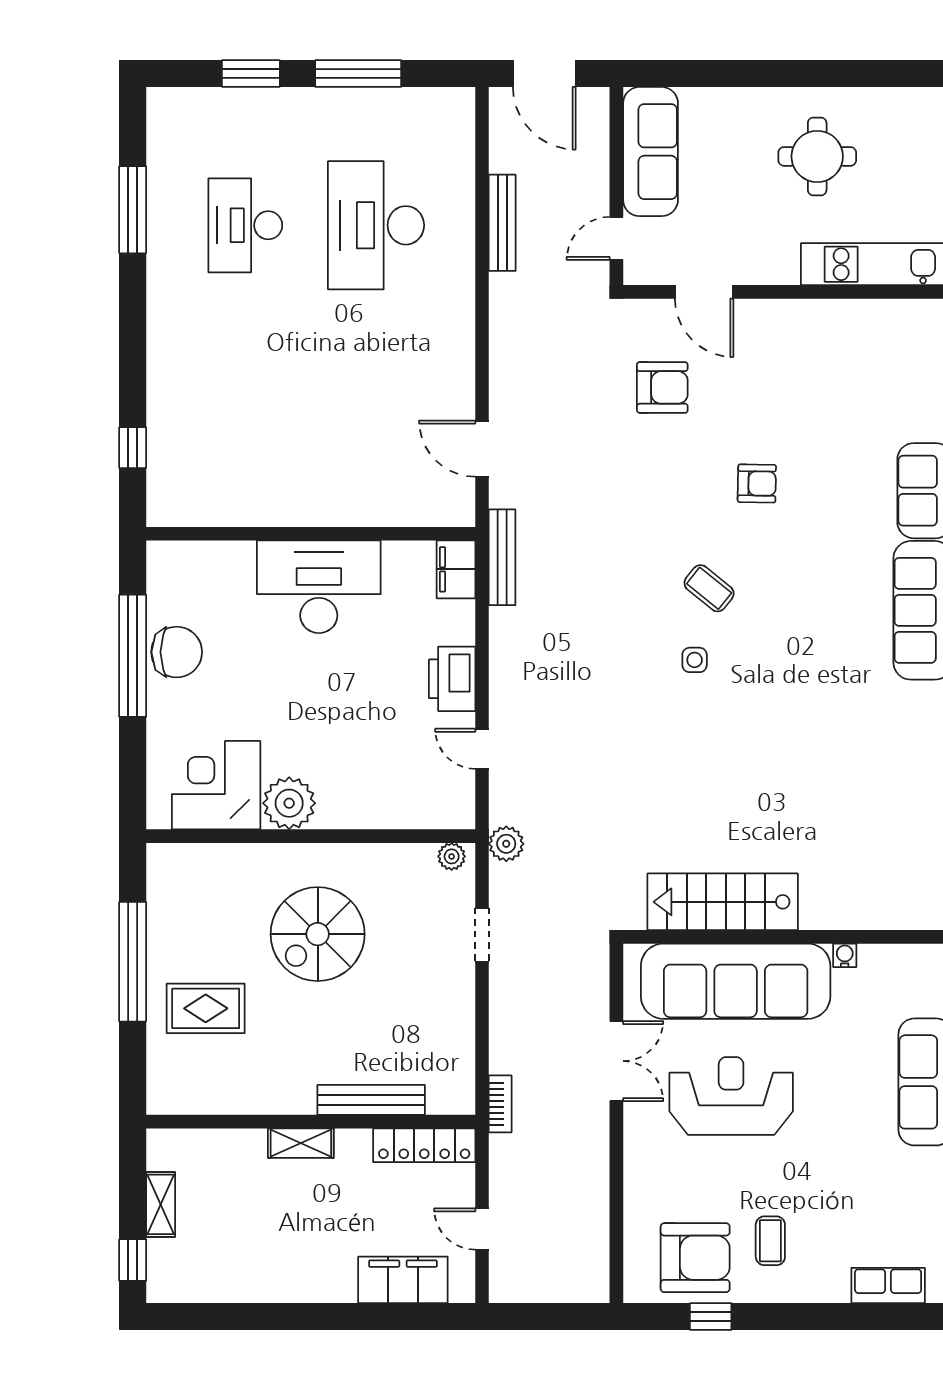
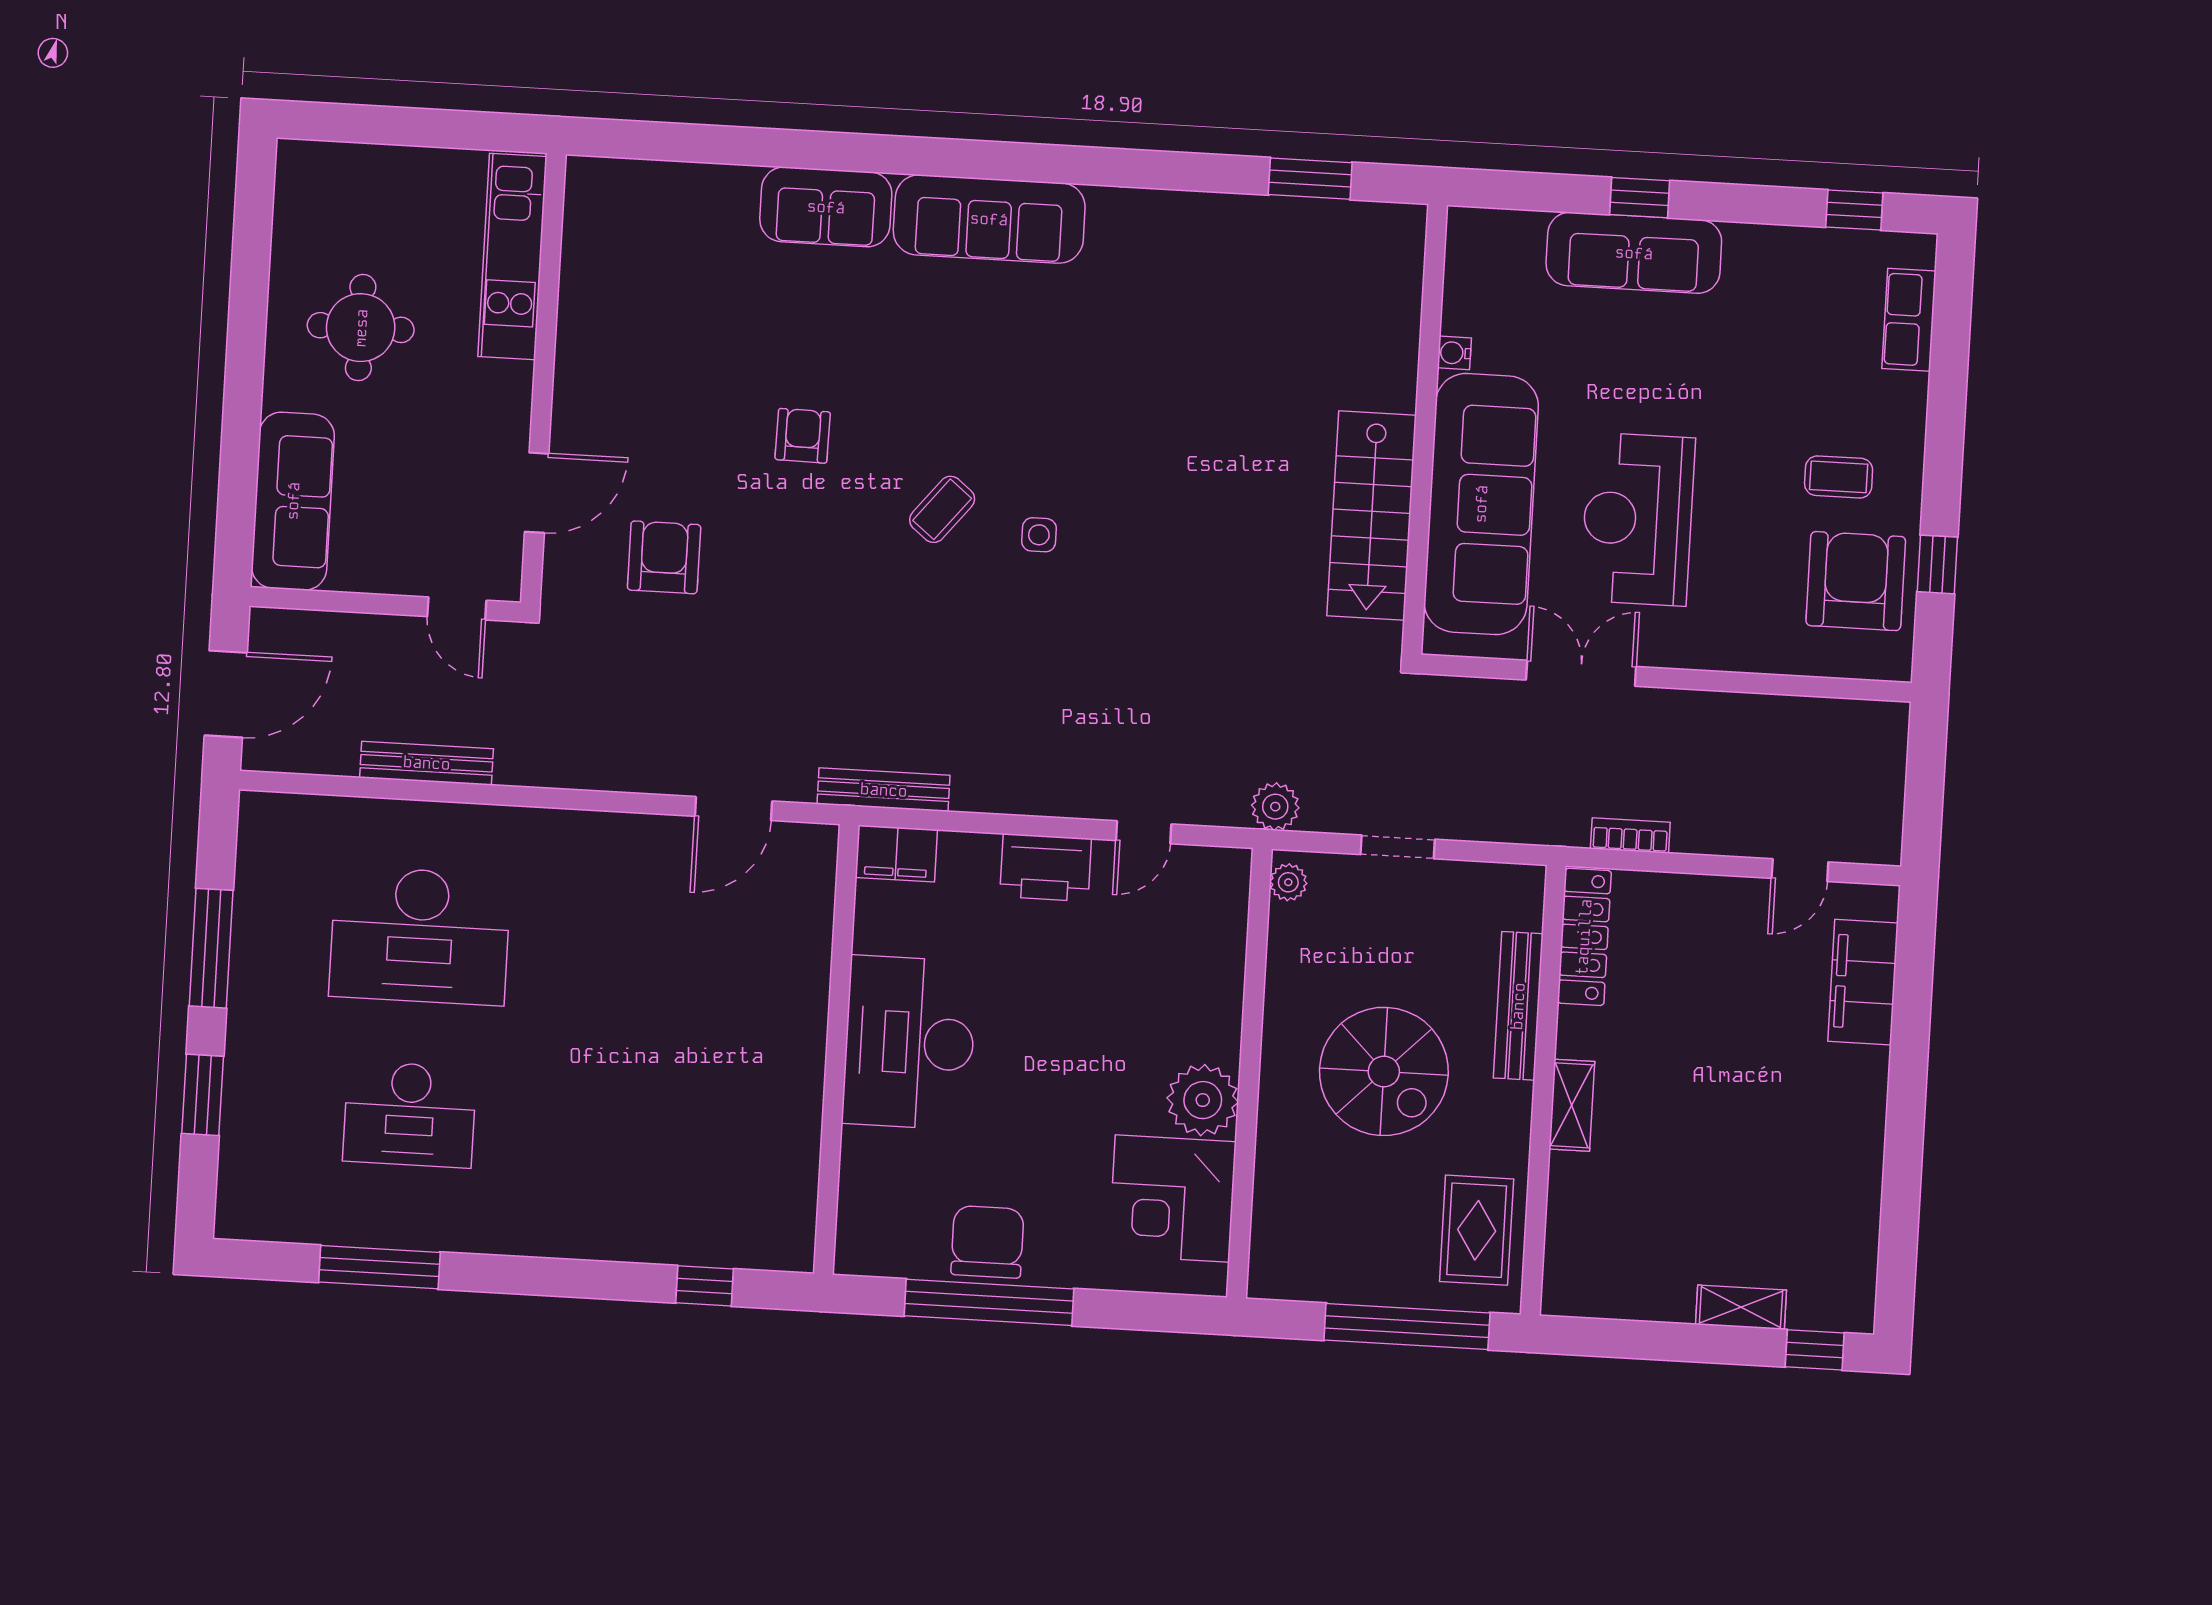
sofa: (651, 152) -> (293, 501), moved, turned 90
bench: (371, 1100) -> (1518, 1006), moved
wall: (311, 1122) -> (1543, 1090), moved
shelving: (301, 1143) -> (1572, 1105), moved
locker: (424, 1145) -> (1584, 937), moved

